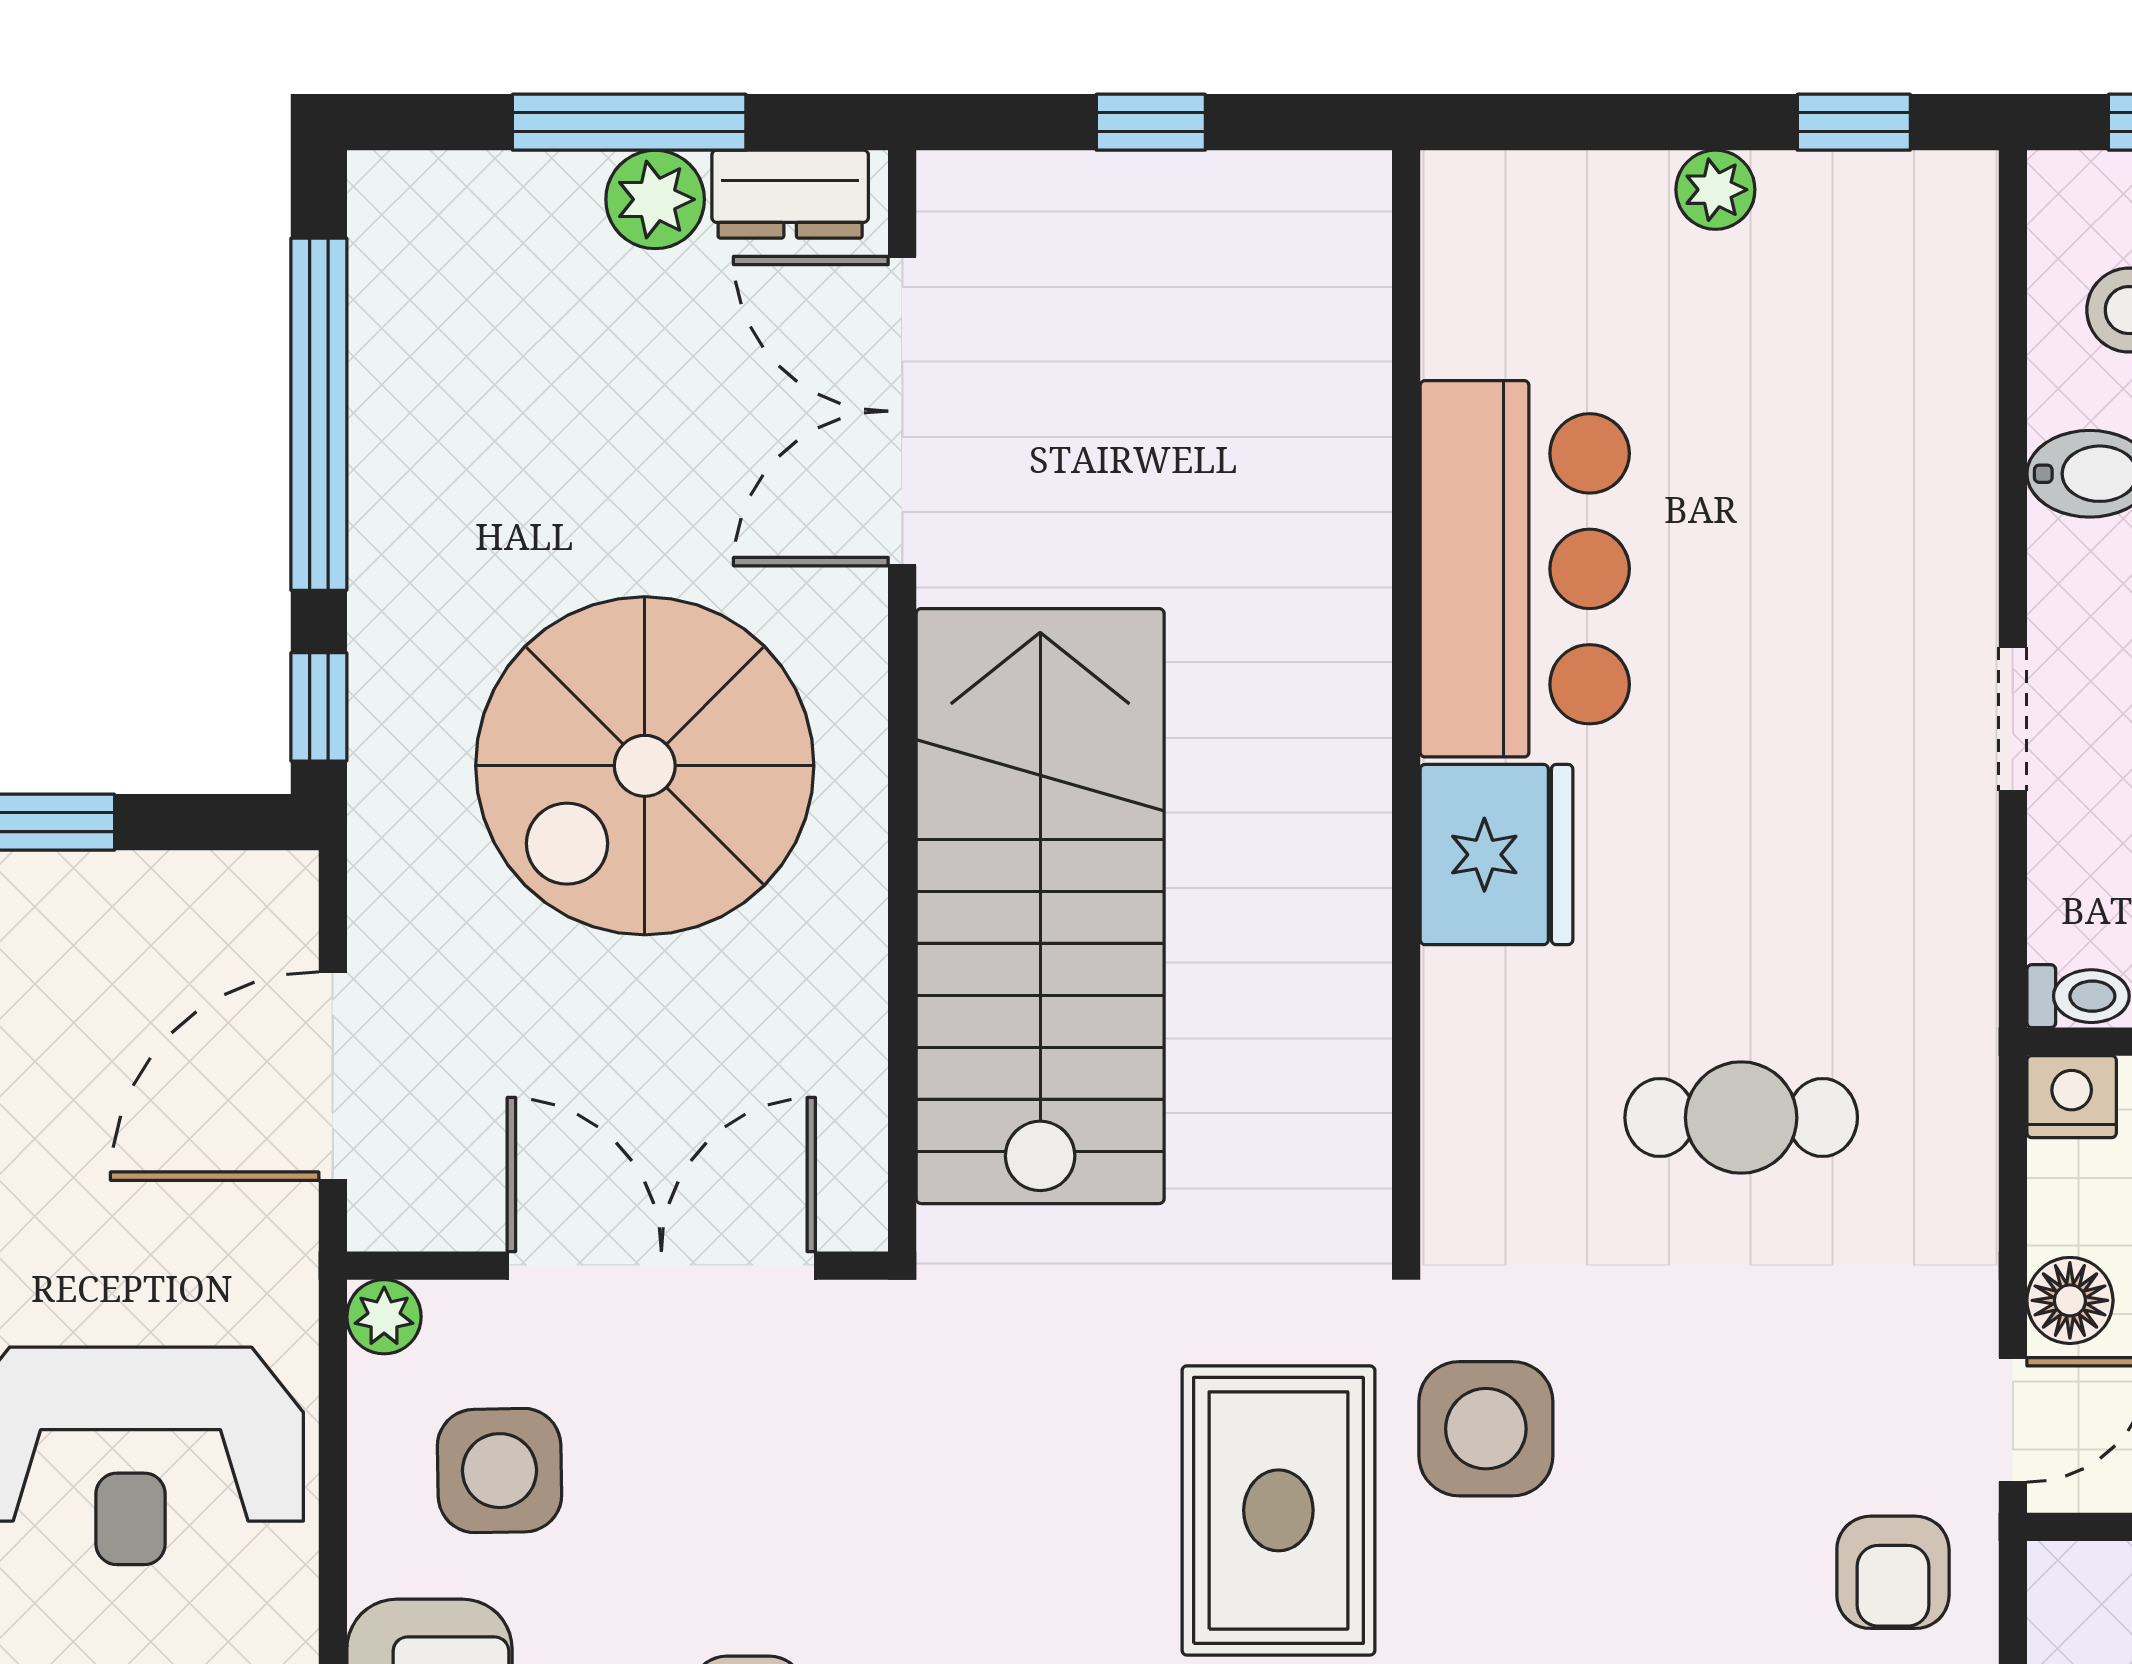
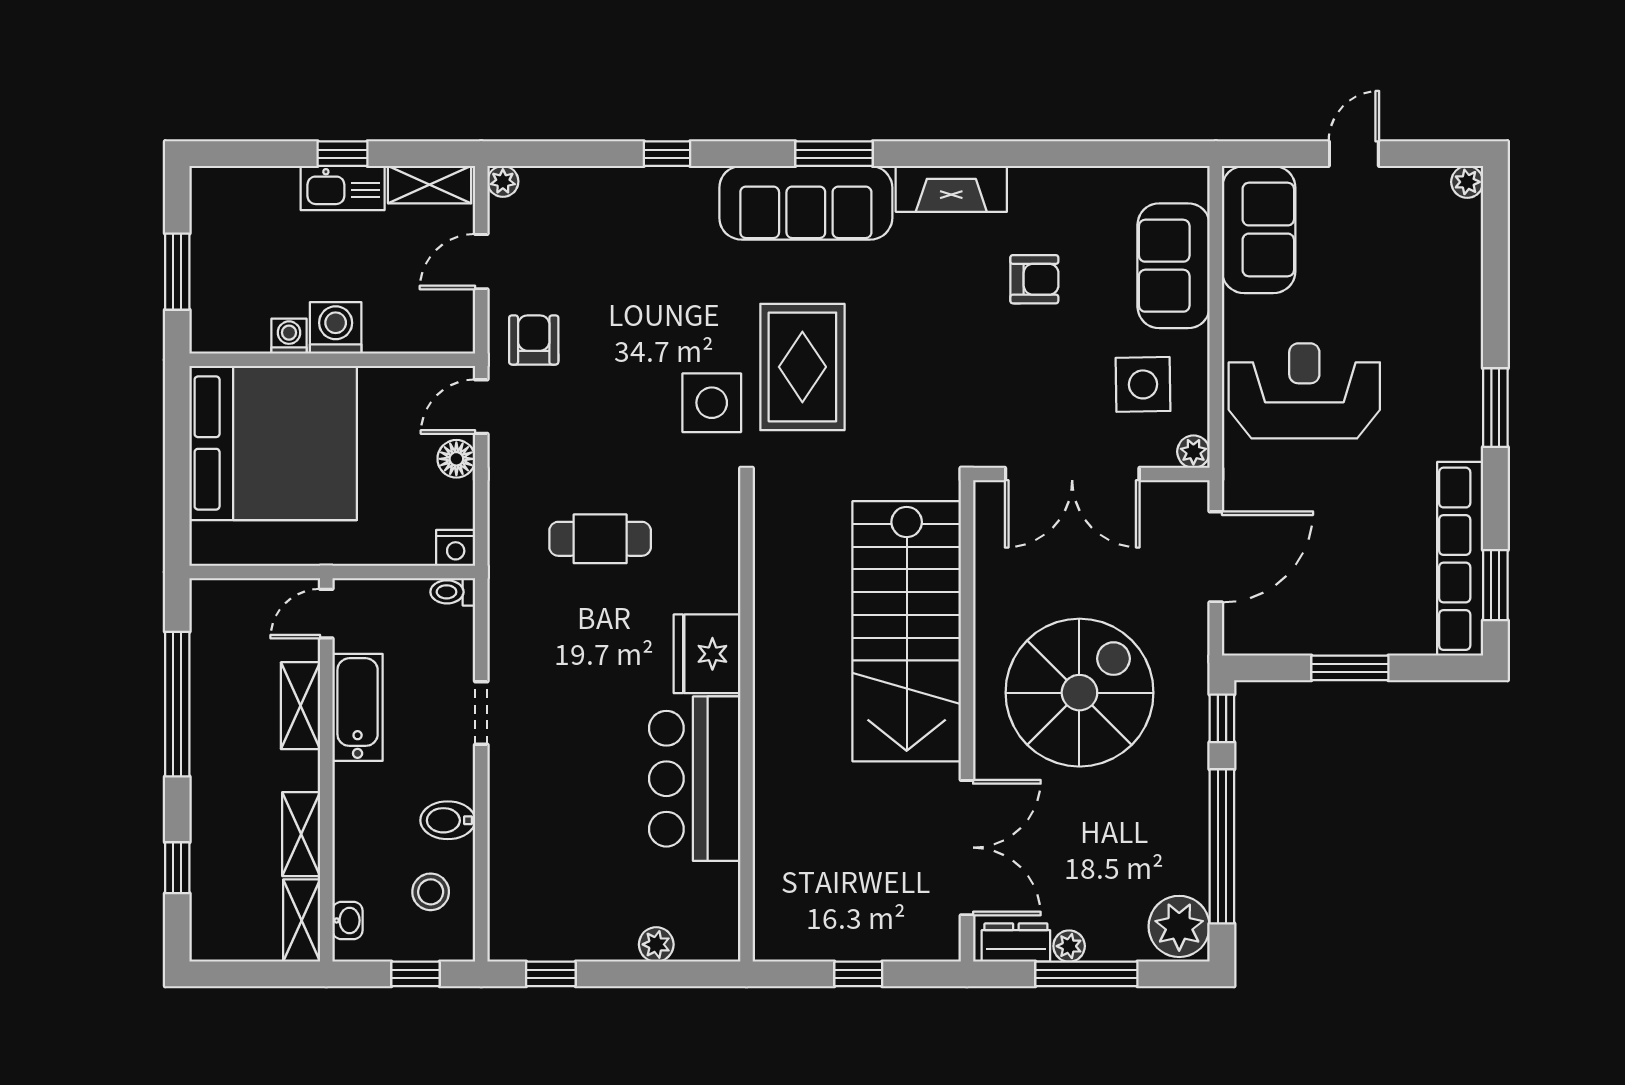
plant: (1715, 190) -> (656, 944), moved
plant: (655, 199) -> (1069, 946), width x0.73, depth x0.73
plant: (417, 231) -> (1179, 926), added

